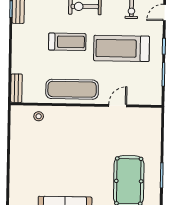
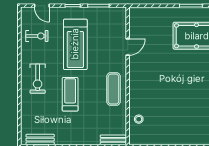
exercise mat: (72, 89) -> (113, 89), width x0.73, depth x0.69
door: (118, 106) -> (128, 47), swing flipped

